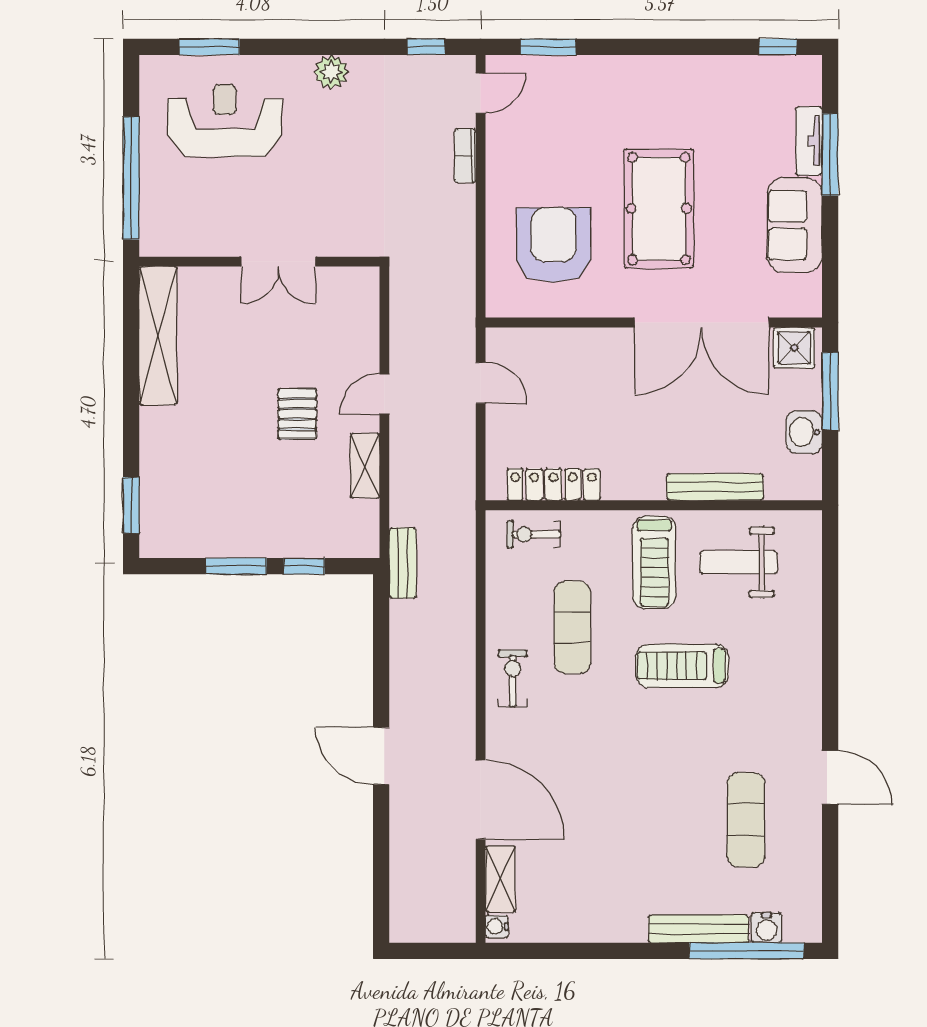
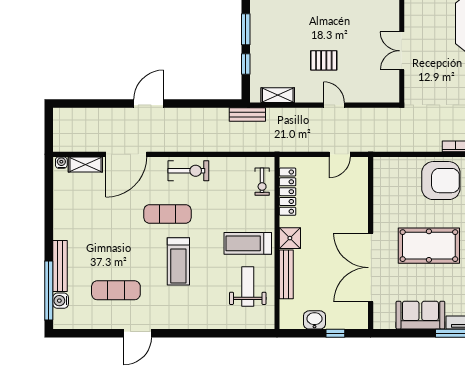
armchair: (554, 245) -> (441, 181), moved
shower: (794, 348) -> (290, 238), moved
window: (830, 391) -> (335, 333), width x0.46
shelving: (365, 466) -> (278, 95), moved
exercise bike: (534, 534) -> (262, 182), turned 180
exercise mat: (572, 627) -> (167, 214), moved
treadmill: (682, 666) -> (178, 261), moved, turned 180
exercise bike: (513, 678) -> (188, 171), width x1.38, depth x1.39

